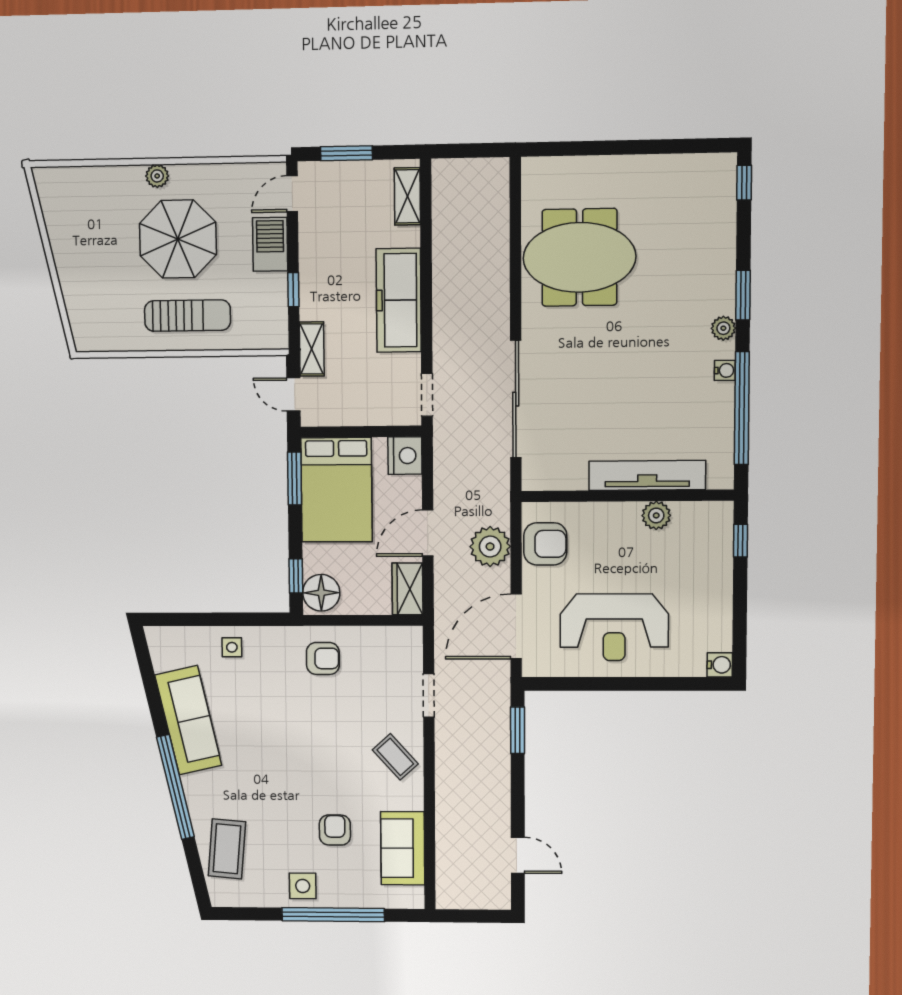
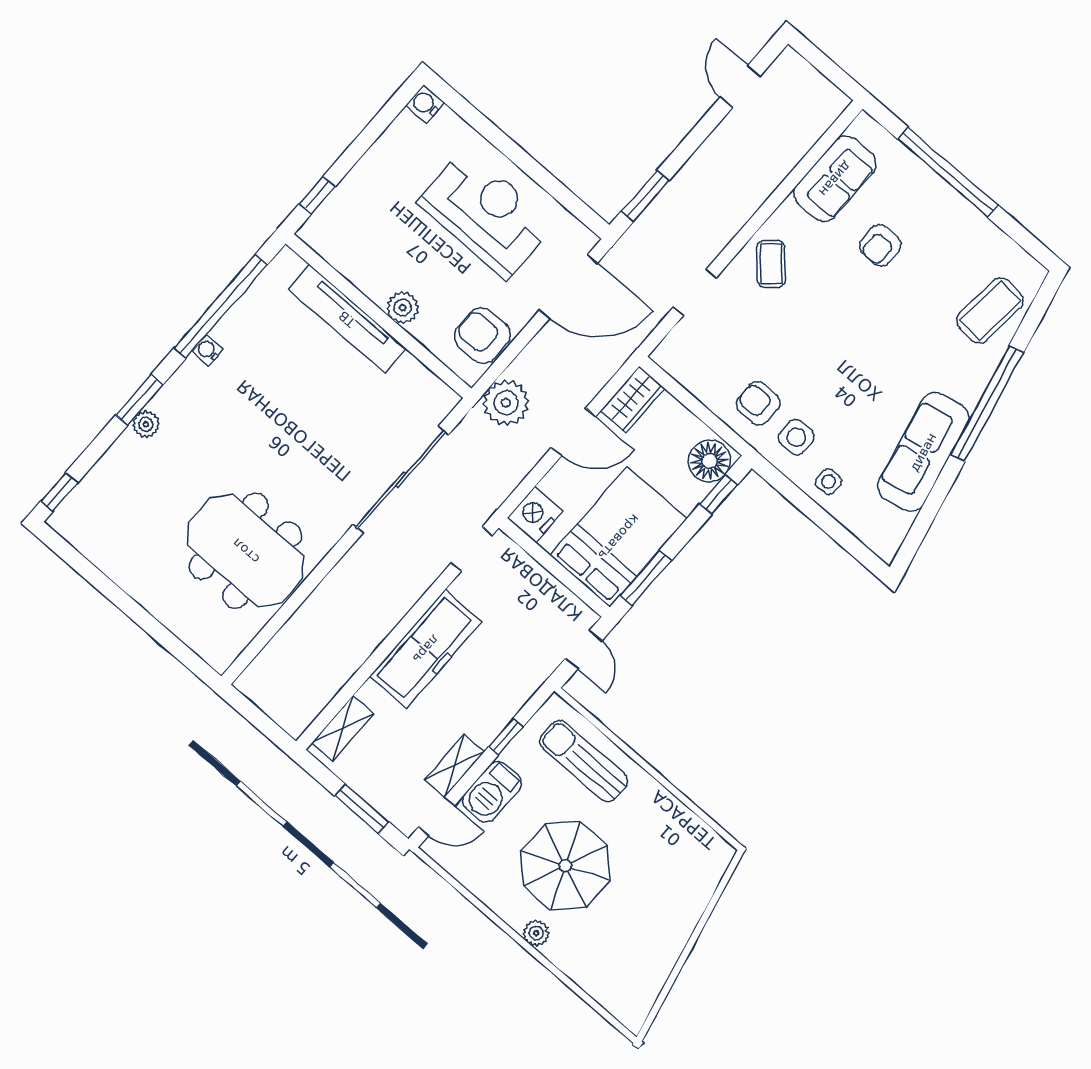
sun lounger: (187, 316) -> (584, 761), moved
plant: (723, 328) -> (146, 424), moved
shelving: (312, 349) -> (454, 766), moved
plant: (656, 515) -> (403, 308), moved
plant: (490, 547) -> (506, 403), moved
side table: (303, 886) -> (796, 437), moved

